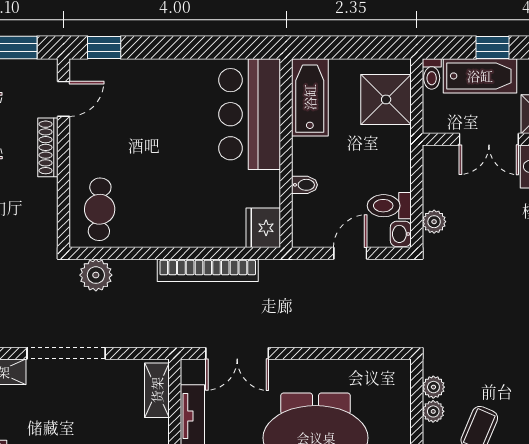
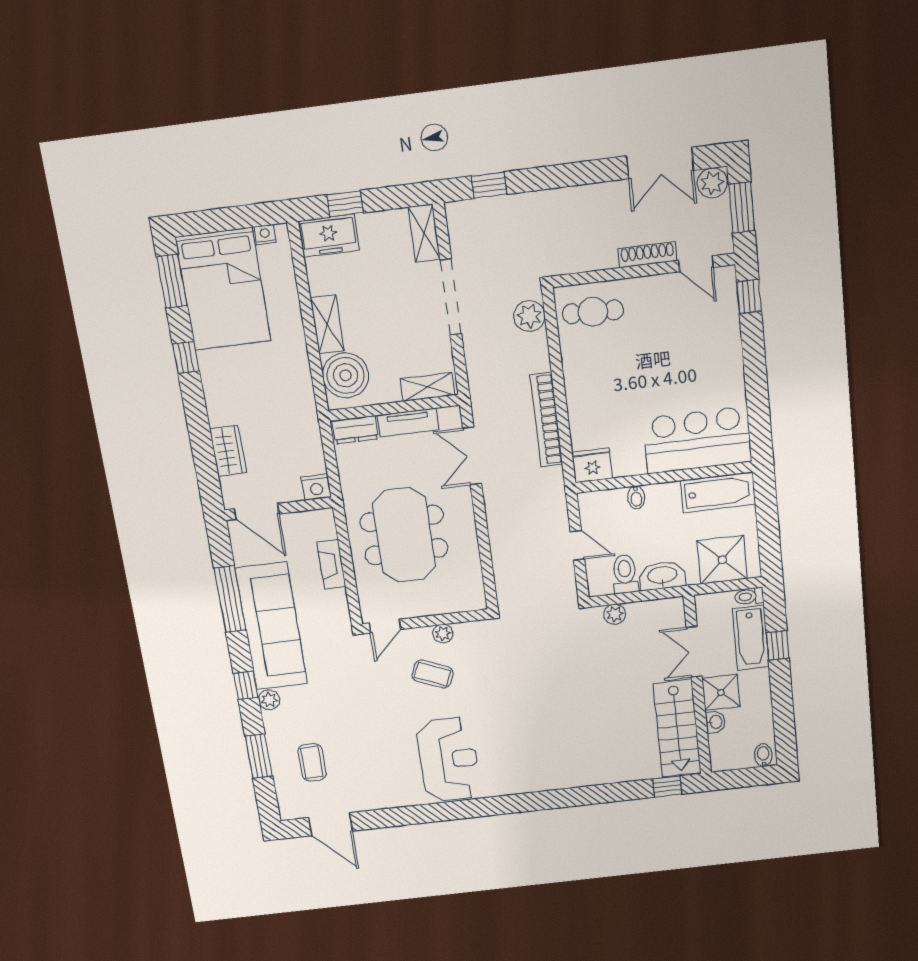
washbasin: (401, 234) -> (662, 576), moved, width x1.91, depth x1.45
plant: (433, 387) -> (465, 631), removed

